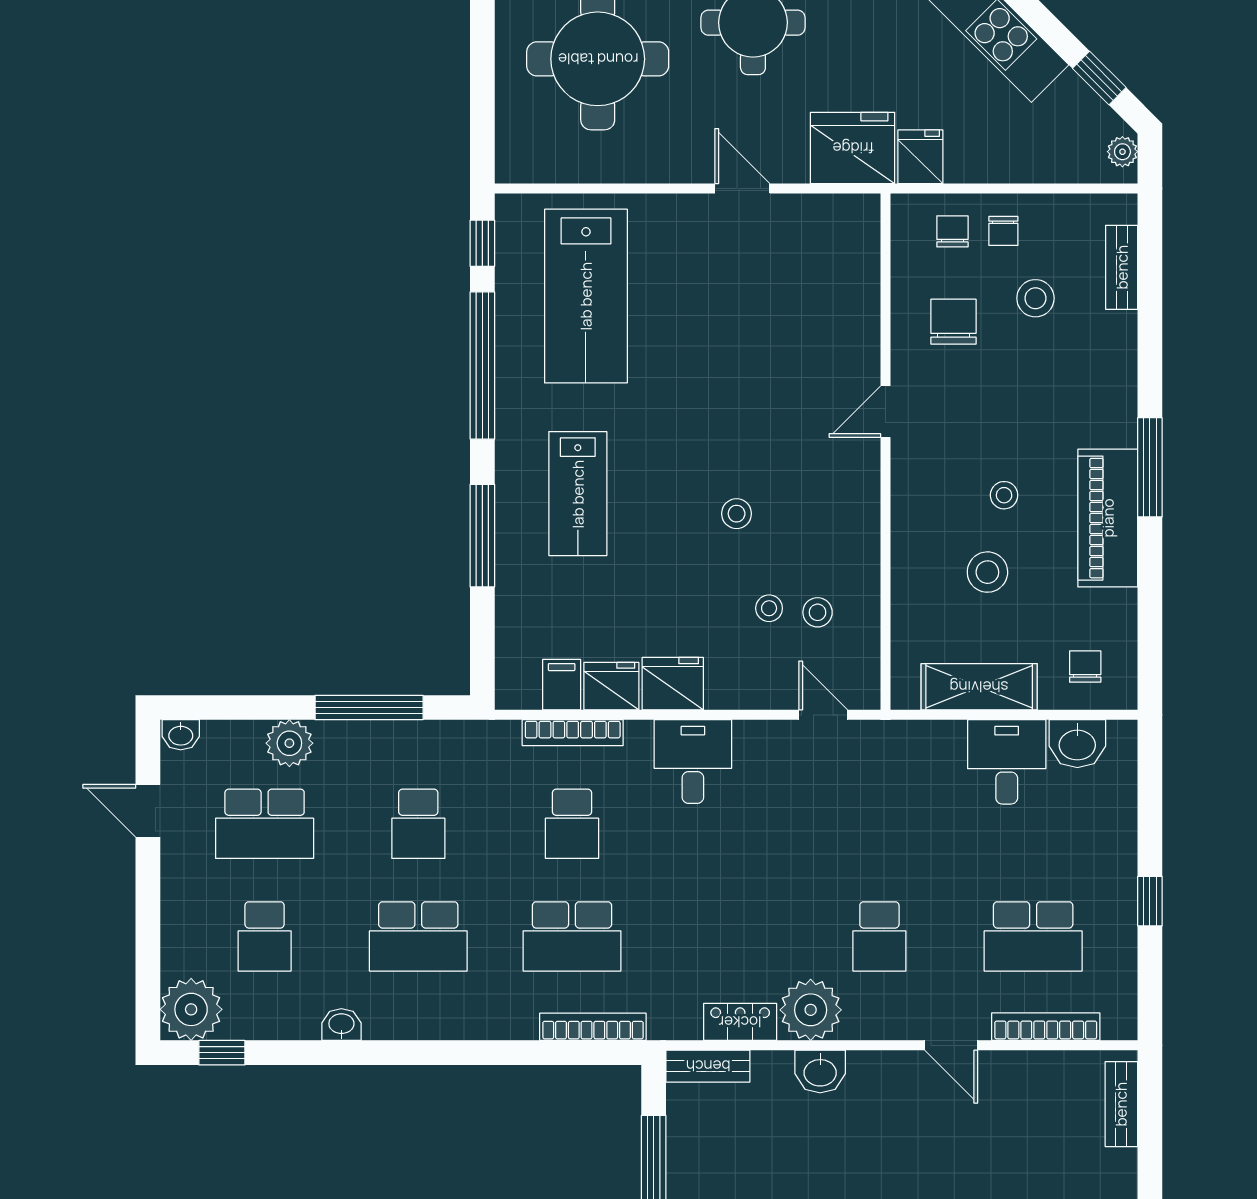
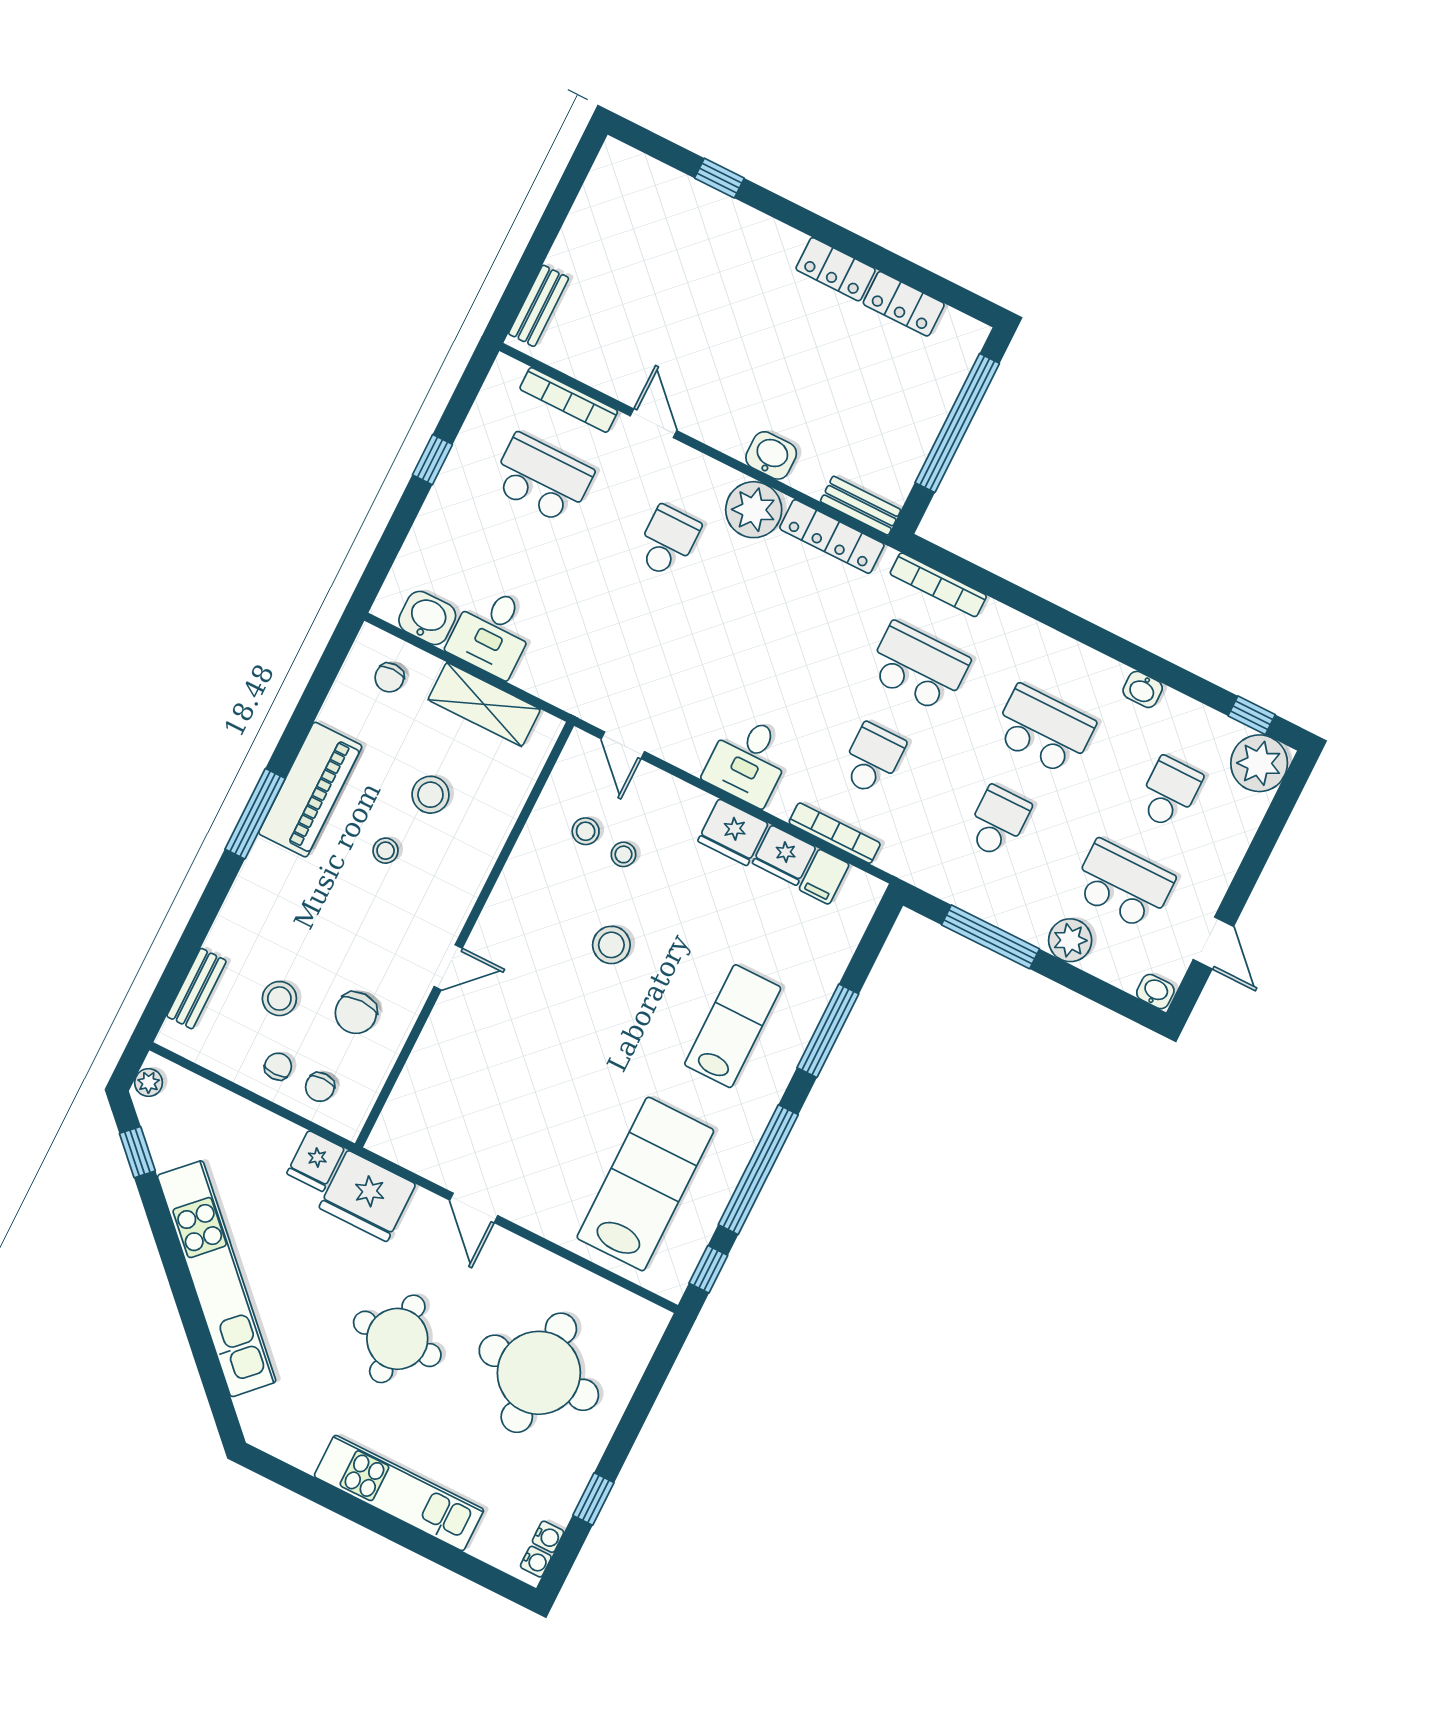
stool: (737, 514) -> (611, 945), width x1.37, depth x1.37
locker: (740, 1022) -> (832, 536), width x1.53

